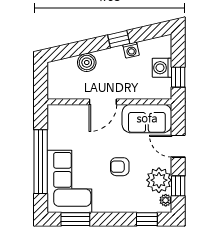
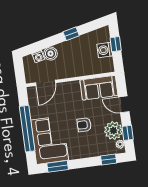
washing machine: (131, 50) -> (38, 56), moved
window: (178, 77) -> (116, 44), moved
door: (103, 102) -> (46, 83), moved

